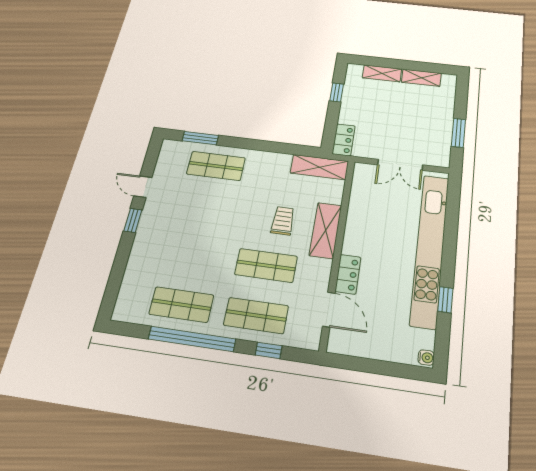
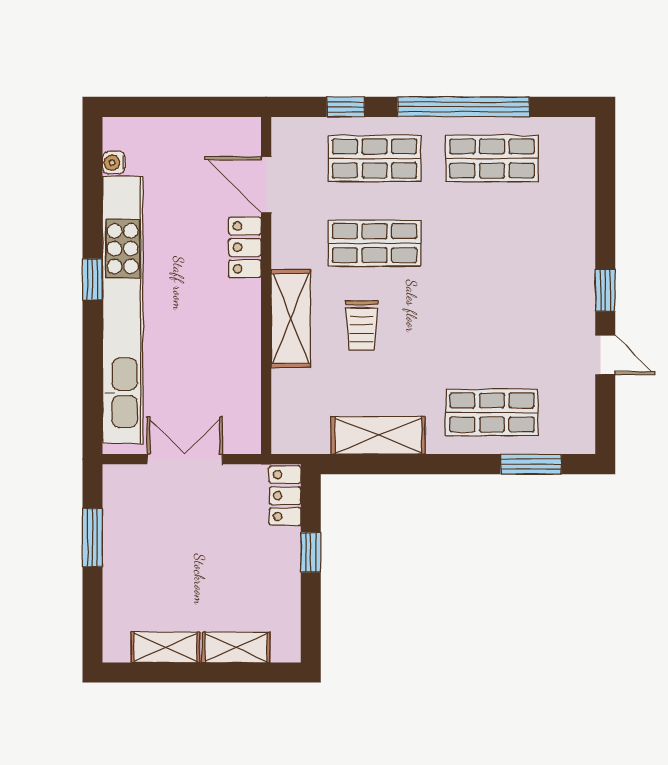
window: (337, 92) -> (311, 552), moved
shelving: (319, 167) -> (378, 435), moved
window: (445, 300) -> (92, 279), moved
water cooler: (426, 358) -> (114, 163), moved

